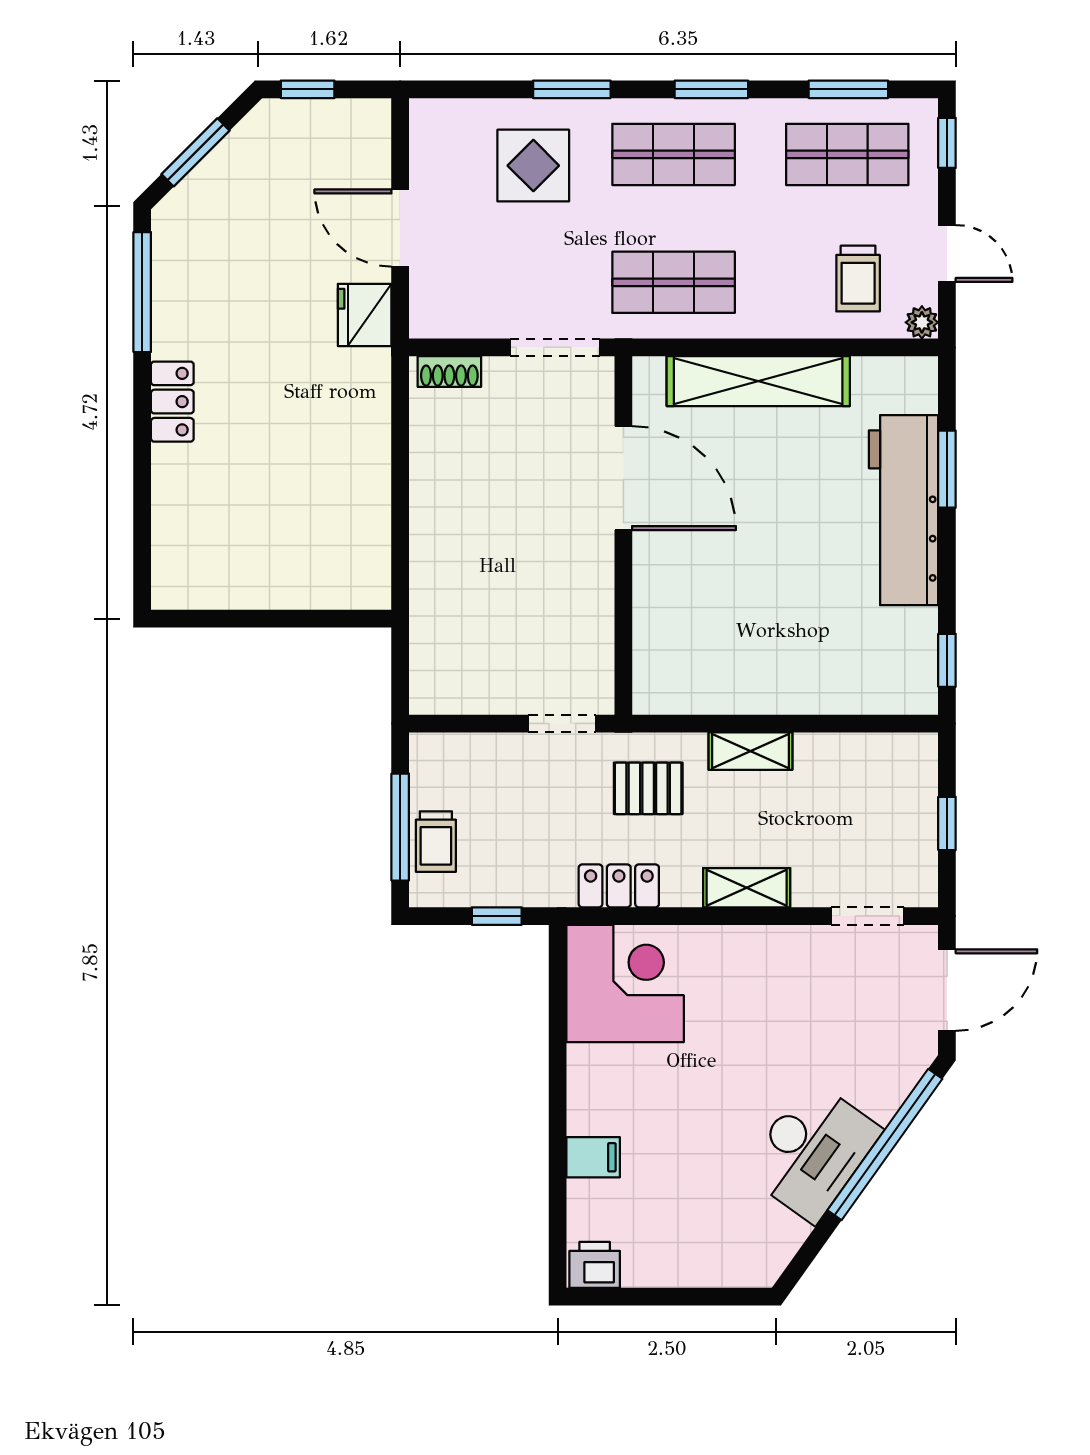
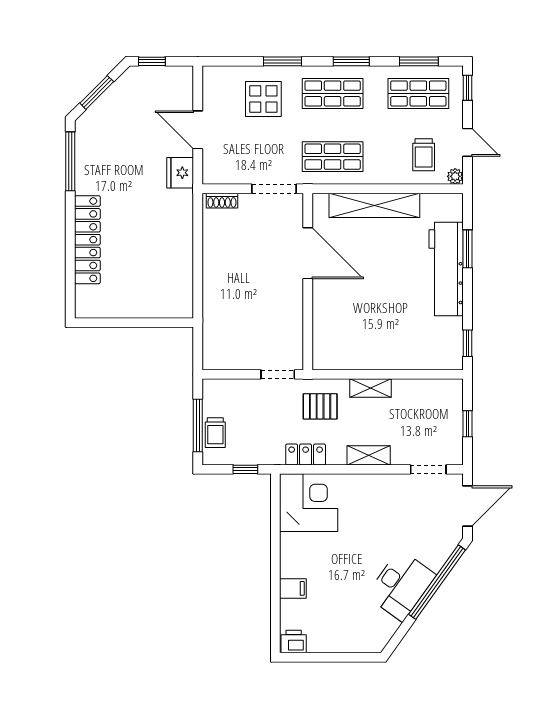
locker: (172, 402) -> (87, 240), width x2.16, depth x1.21

